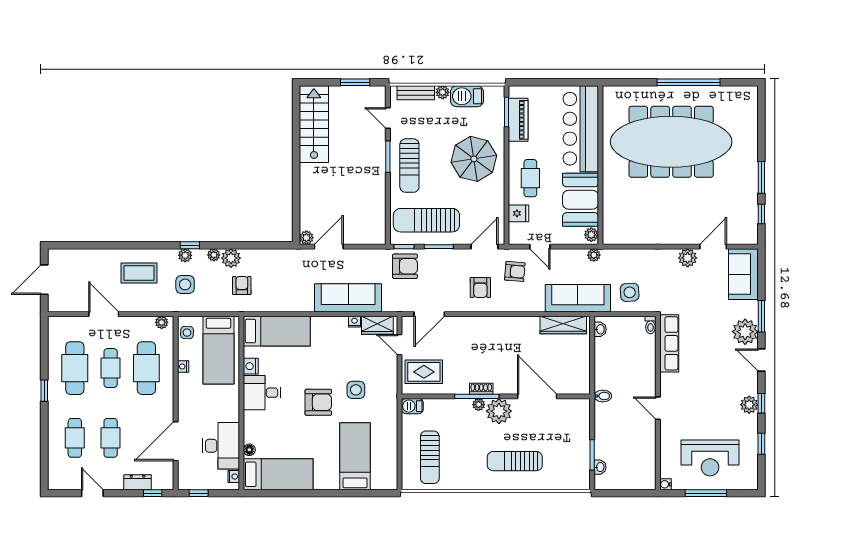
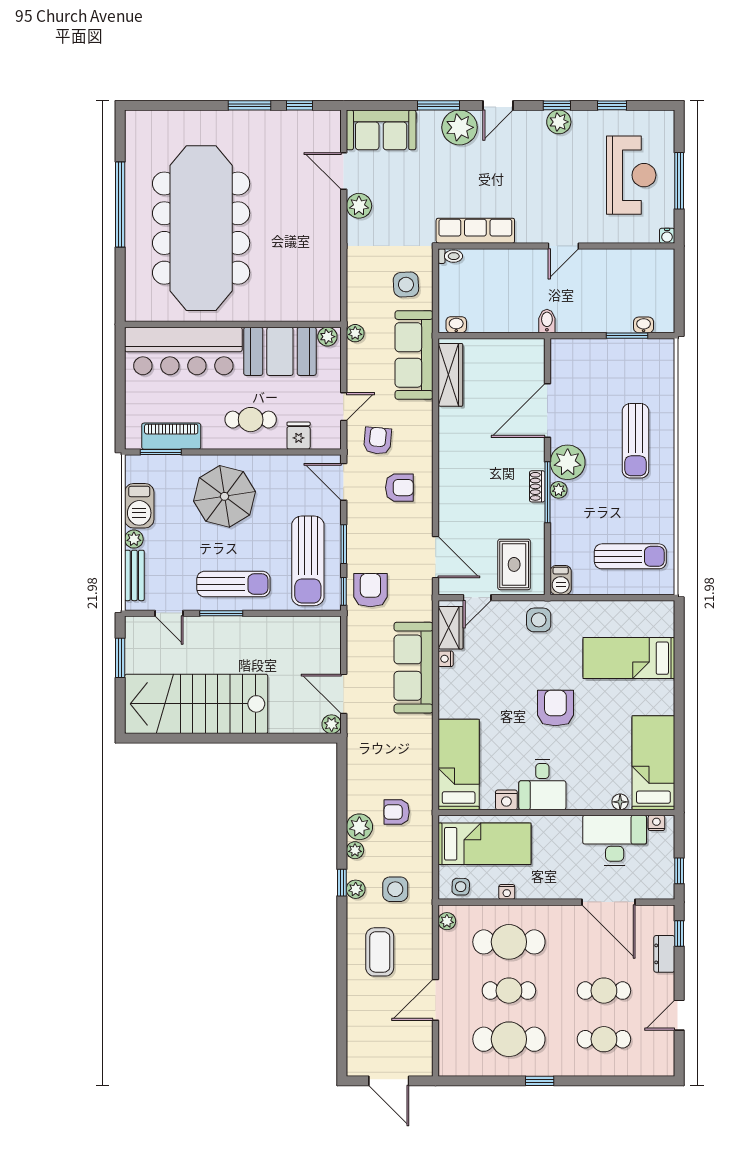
door: (388, 118) -> (169, 613), hinge flipped
stairs: (314, 124) -> (196, 704), width x1.36, depth x1.51
side table: (356, 390) -> (539, 620), moved

